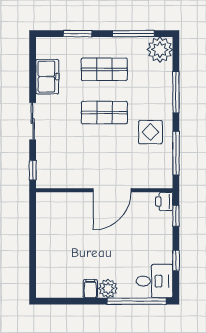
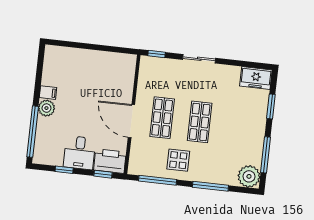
shop shelf: (104, 69) -> (162, 118), moved
freezer: (47, 77) -> (256, 78), moved
printer: (164, 202) -> (110, 161), width x1.87, depth x1.48
desk: (155, 281) -> (80, 153), moved

